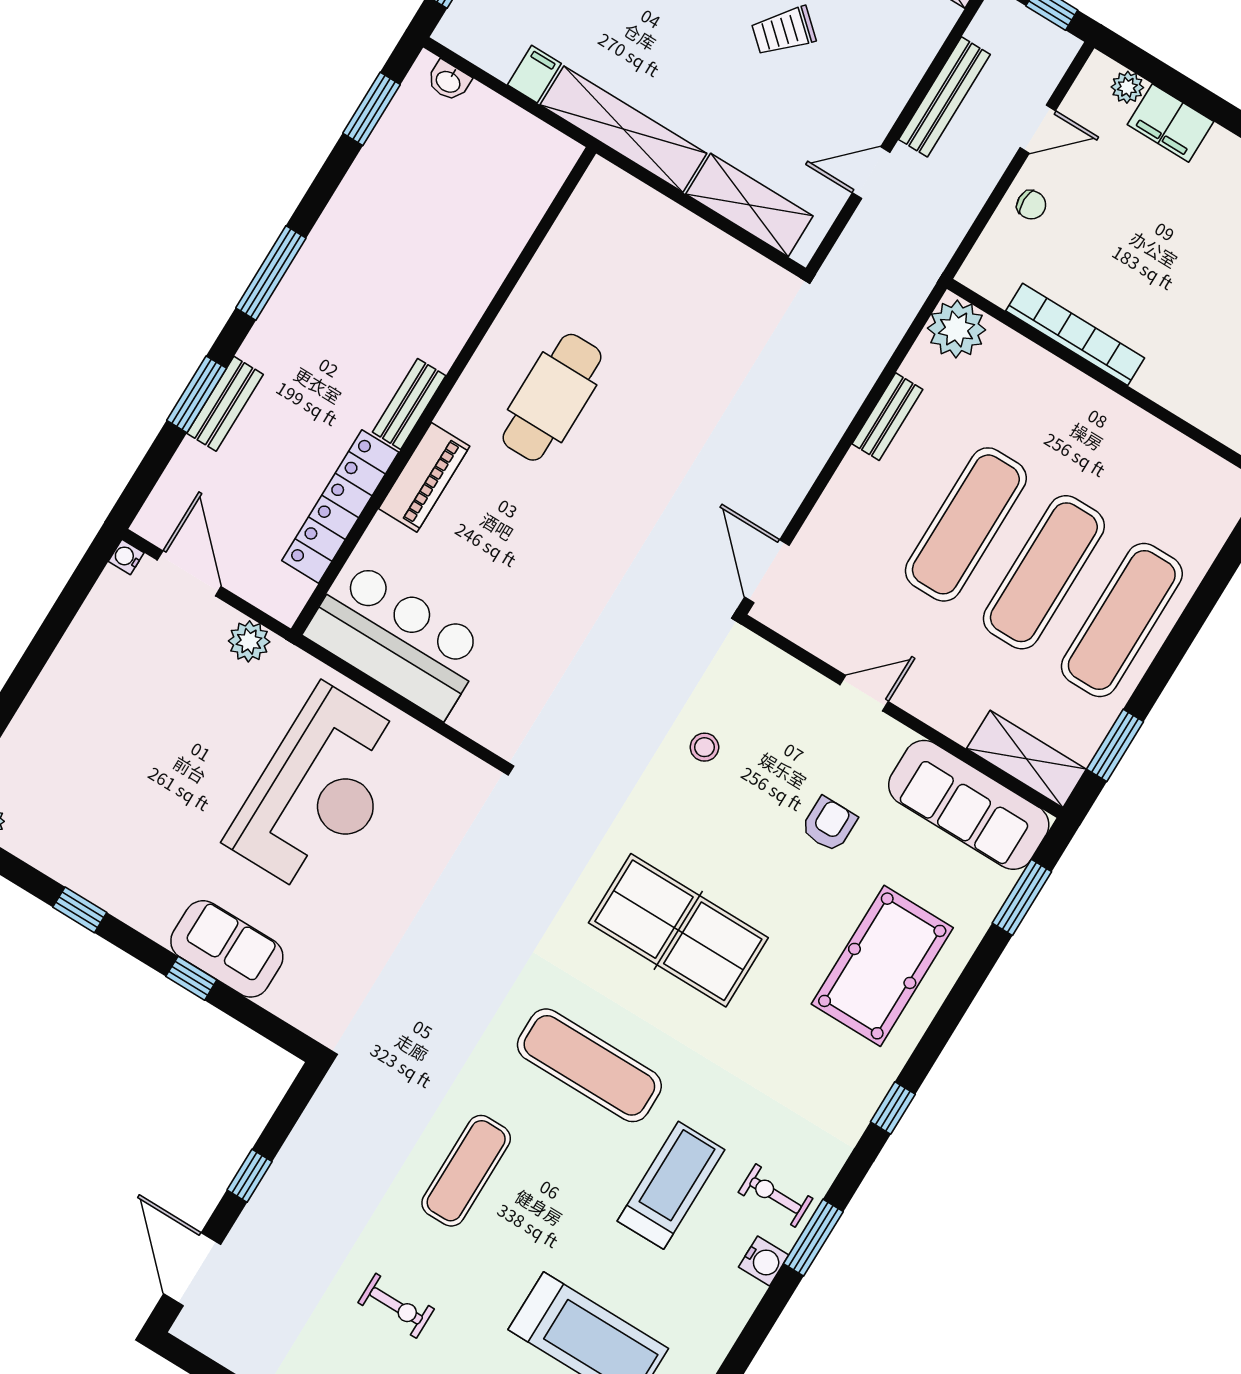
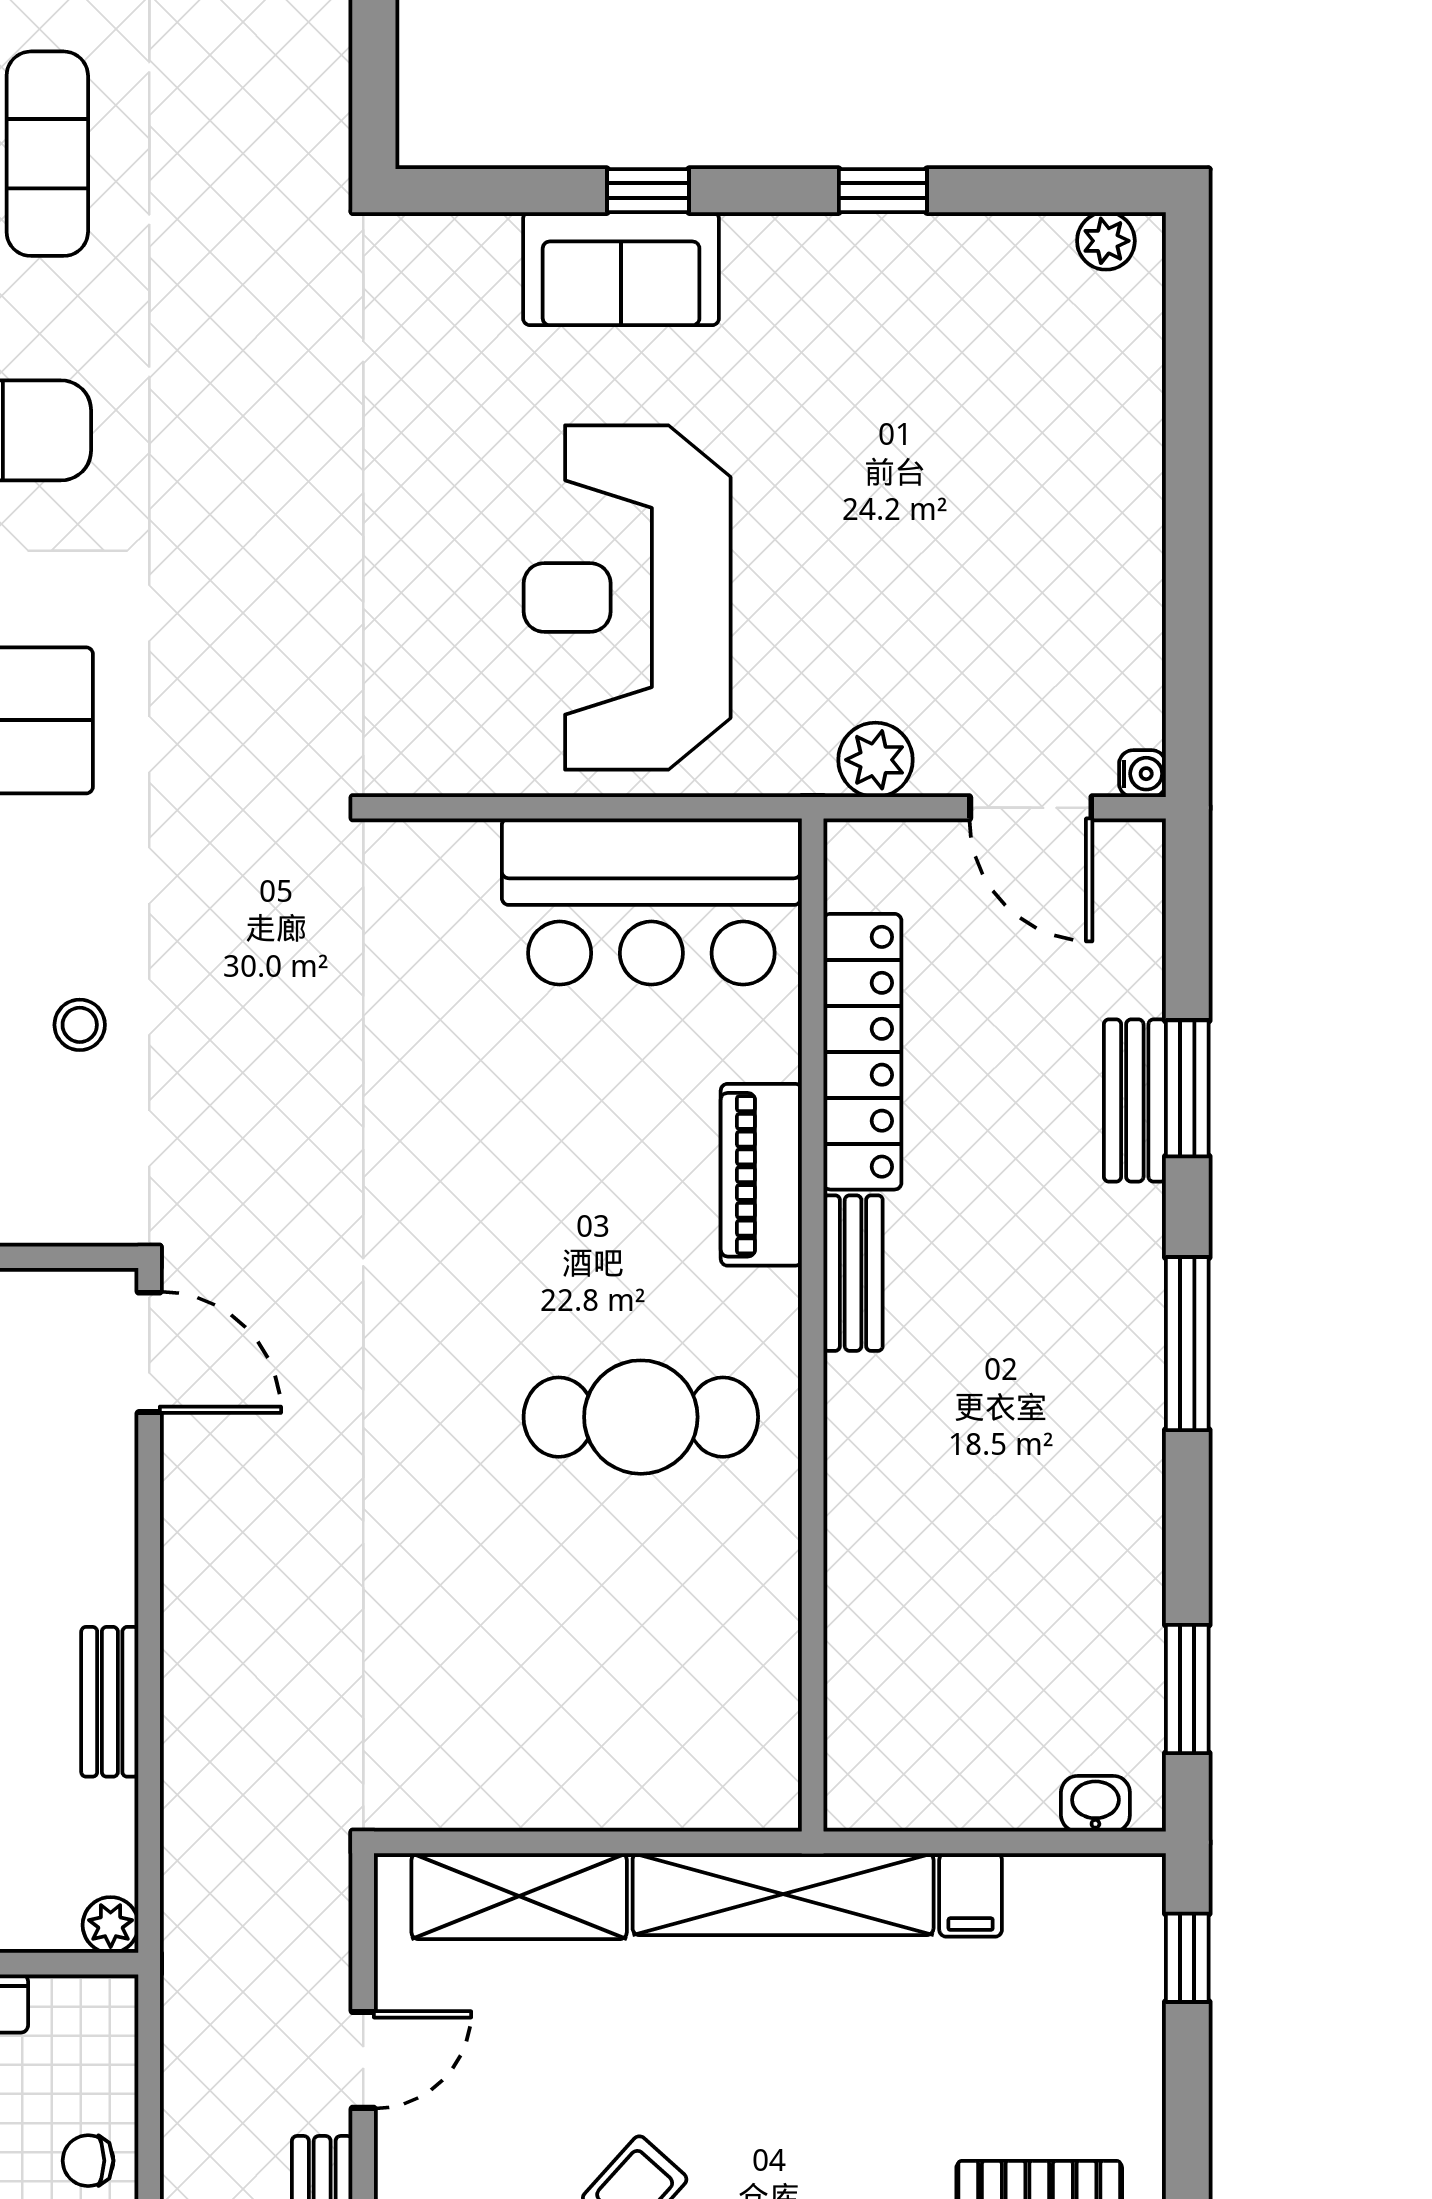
plant: (957, 329) -> (111, 1925), width x0.53, depth x0.53
cafe table: (552, 397) -> (641, 1417), turned 90

